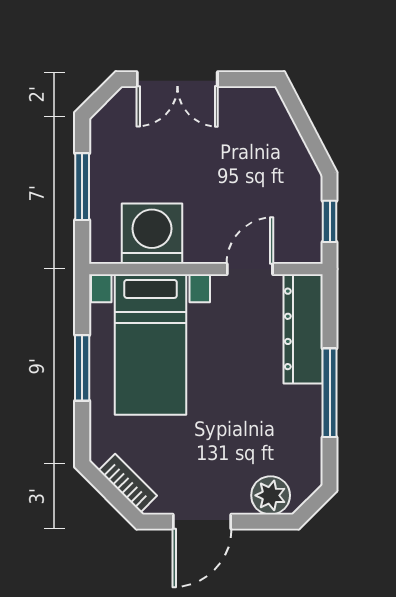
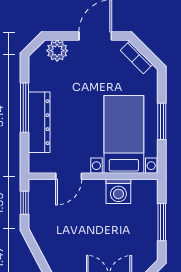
washing machine: (152, 234) -> (118, 191), width x0.73, depth x0.73
dresser: (303, 329) -> (39, 122), moved

